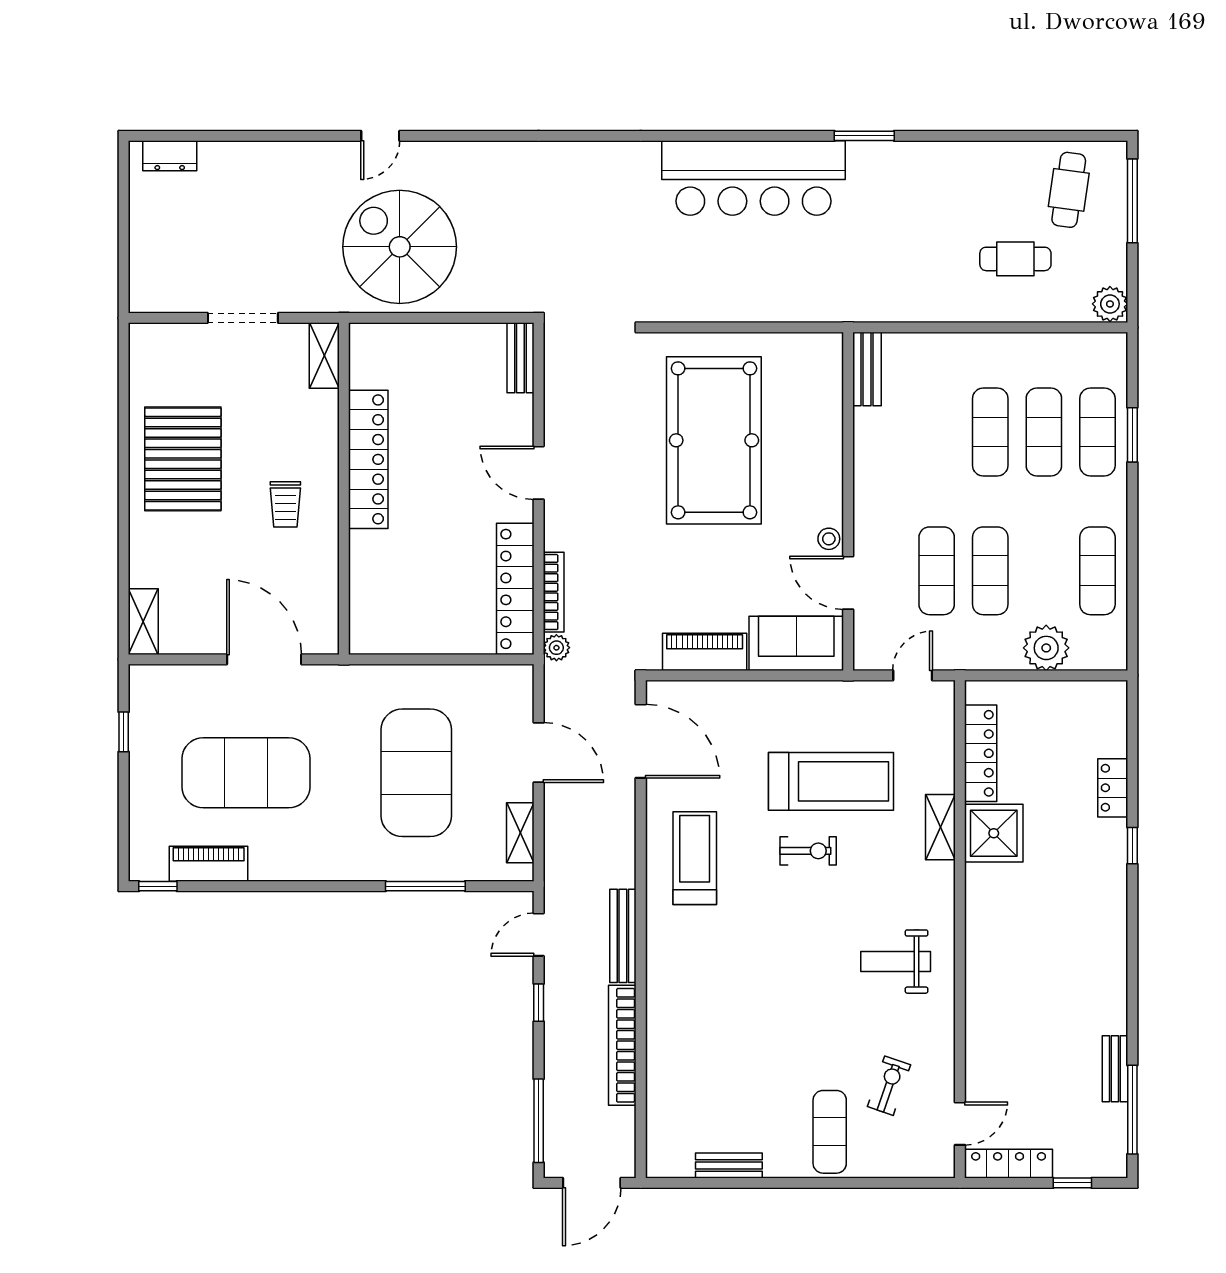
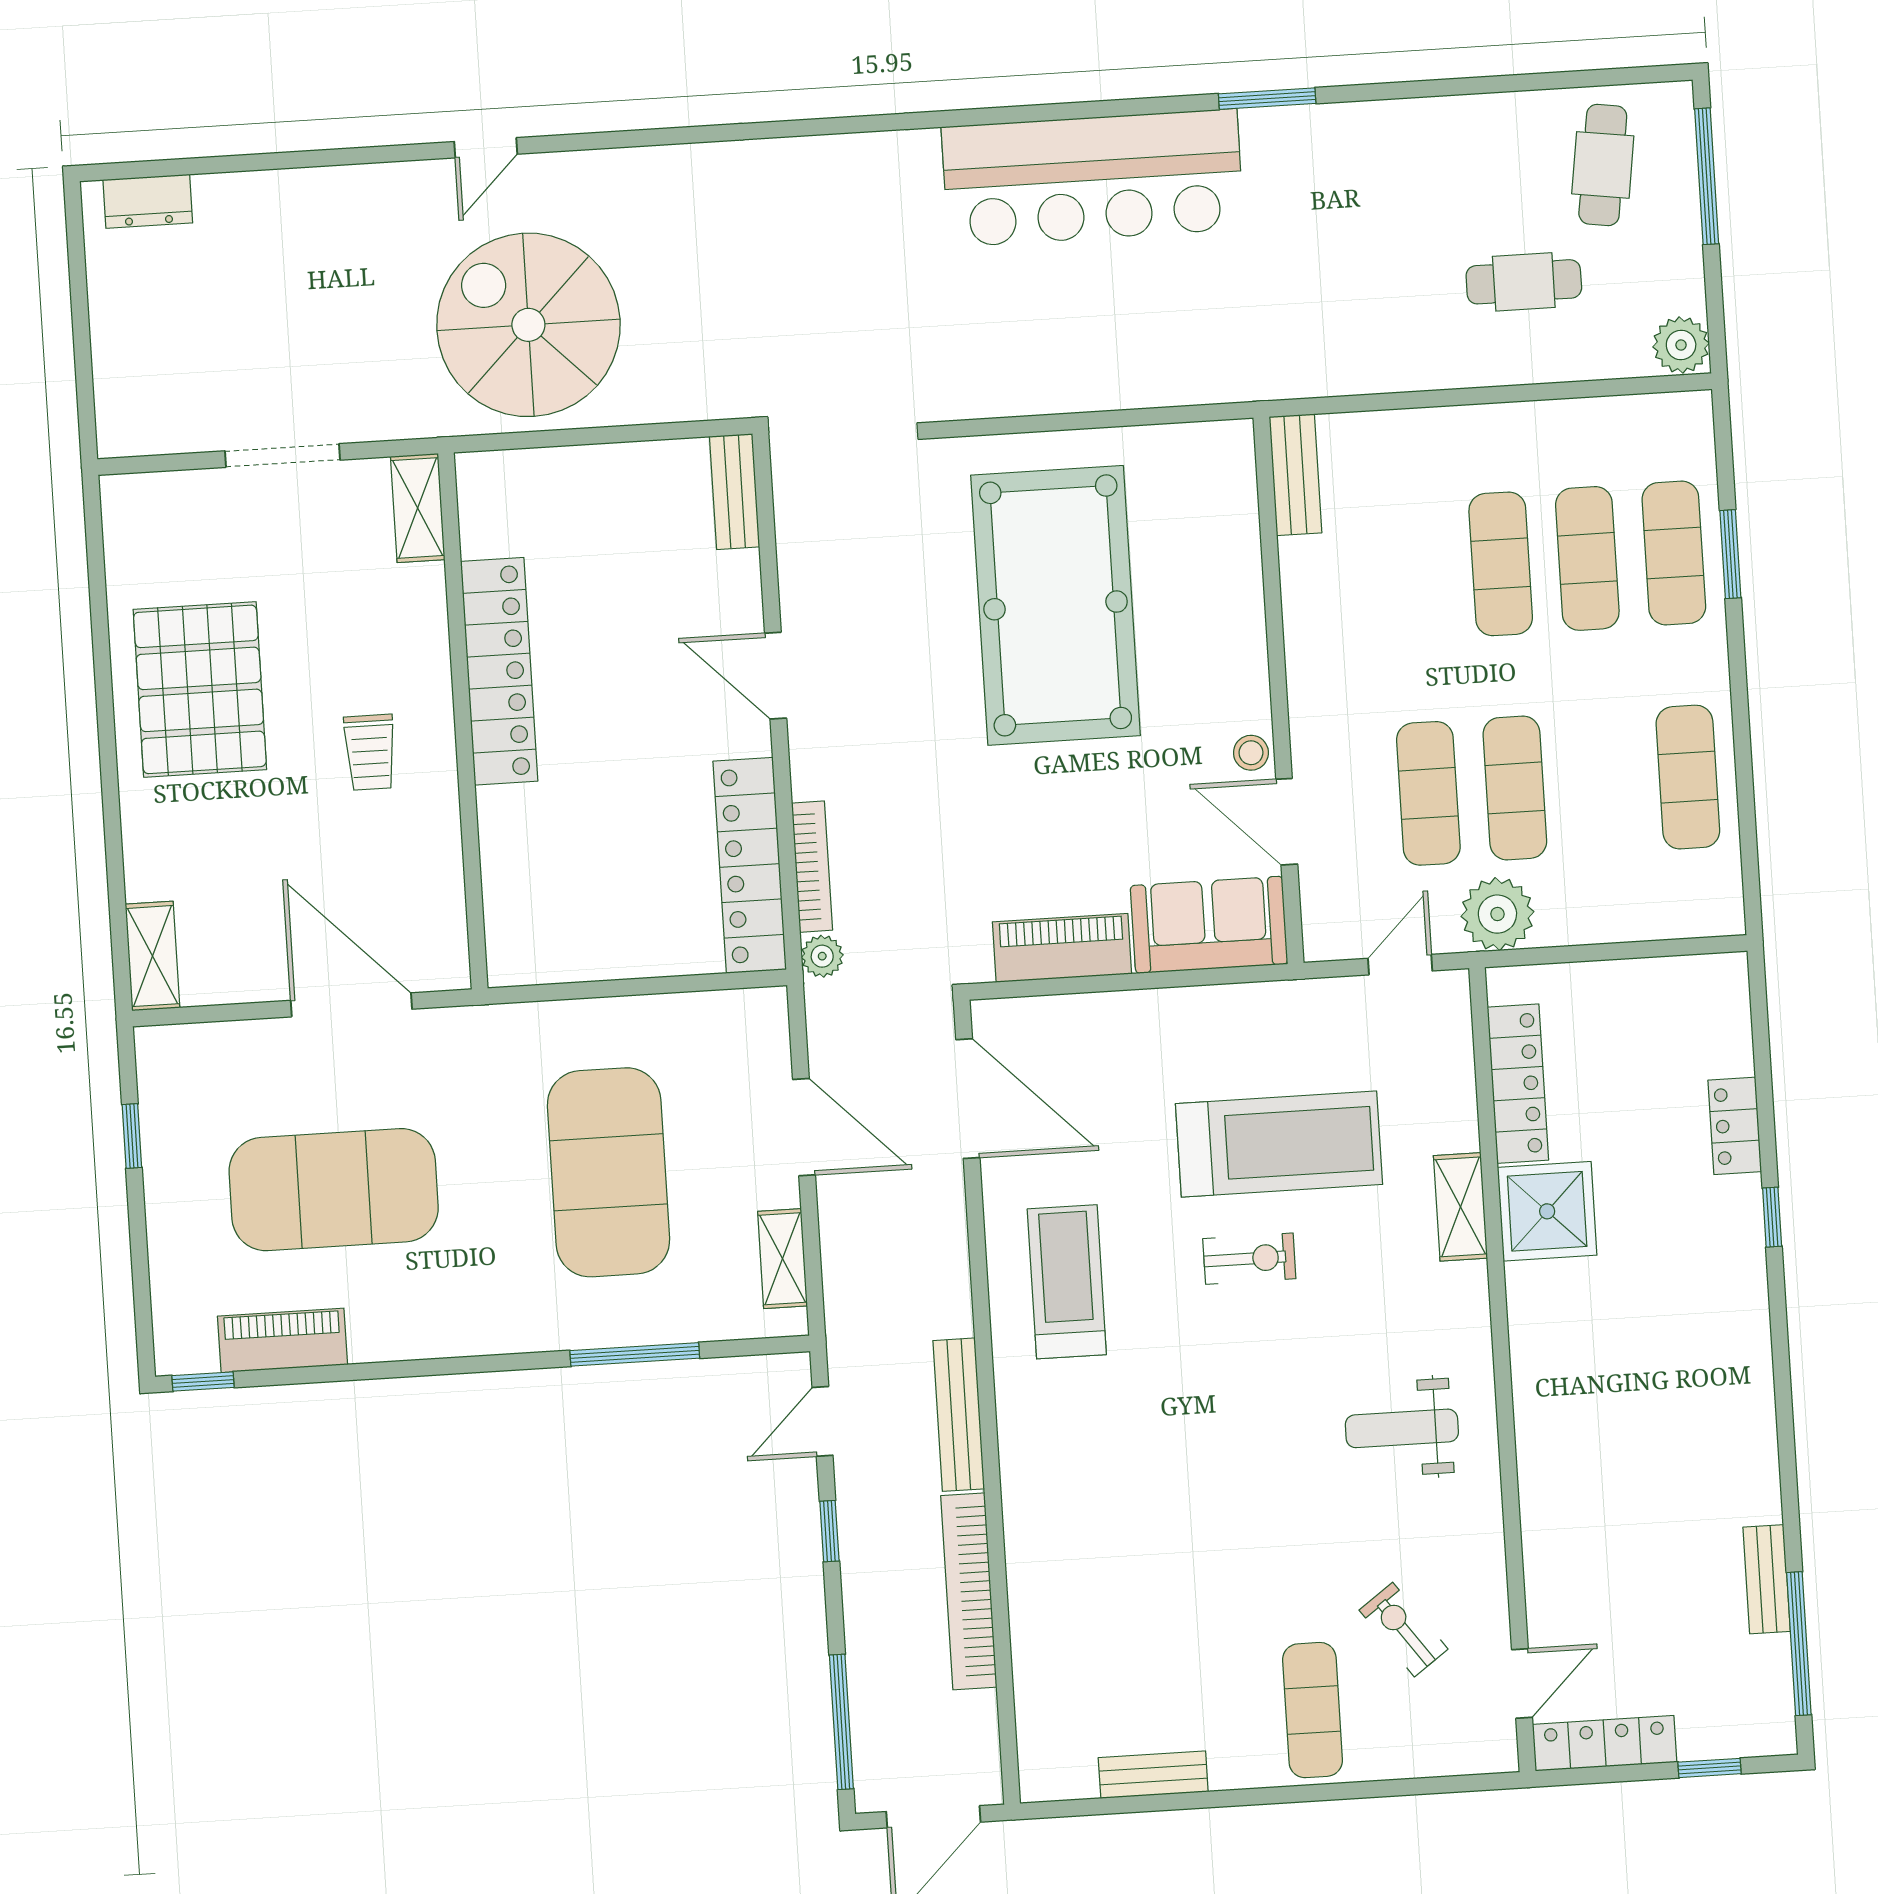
plant: (1046, 648) -> (1497, 914), moved
exercise bike: (889, 1086) -> (1404, 1630), turned -55

